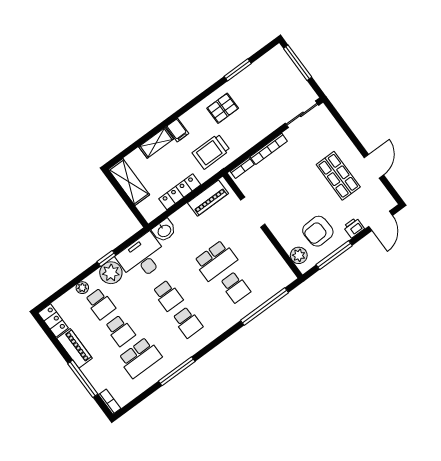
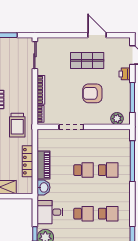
piano: (208, 198) -> (43, 165), moved
armchair: (318, 231) -> (92, 93), moved, turned 93
desk: (142, 257) -> (50, 212), width x0.73
school desk: (215, 260) -> (84, 170), width x0.54

